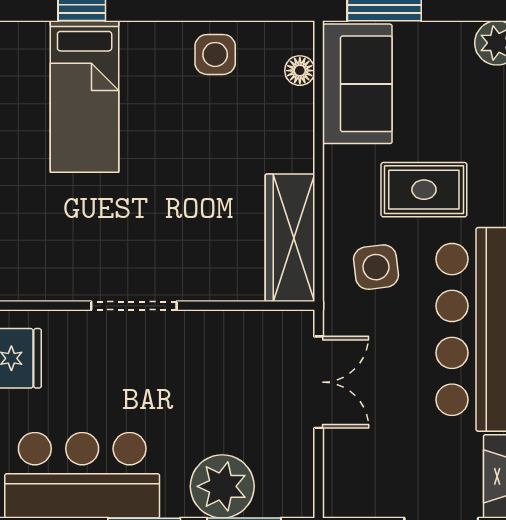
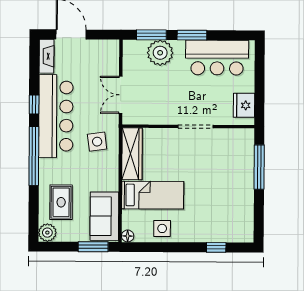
floor lamp: (300, 71) -> (128, 236), moved
bed: (85, 97) -> (153, 195), moved, turned 90
rug: (424, 190) -> (61, 202), moved, turned 90

